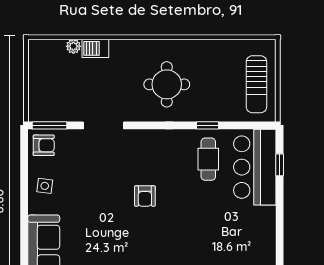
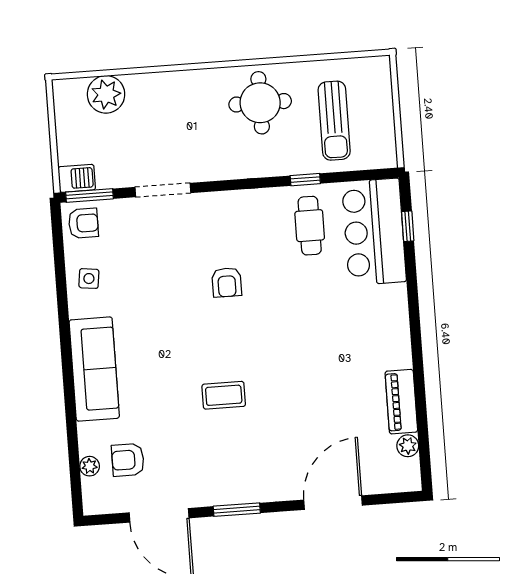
plant: (73, 46) -> (106, 94), width x1.88, depth x1.88
barbecue: (95, 48) -> (77, 178), moved, turned 180
round table: (167, 84) -> (260, 103), moved
sun lounger: (256, 84) -> (334, 121), moved

